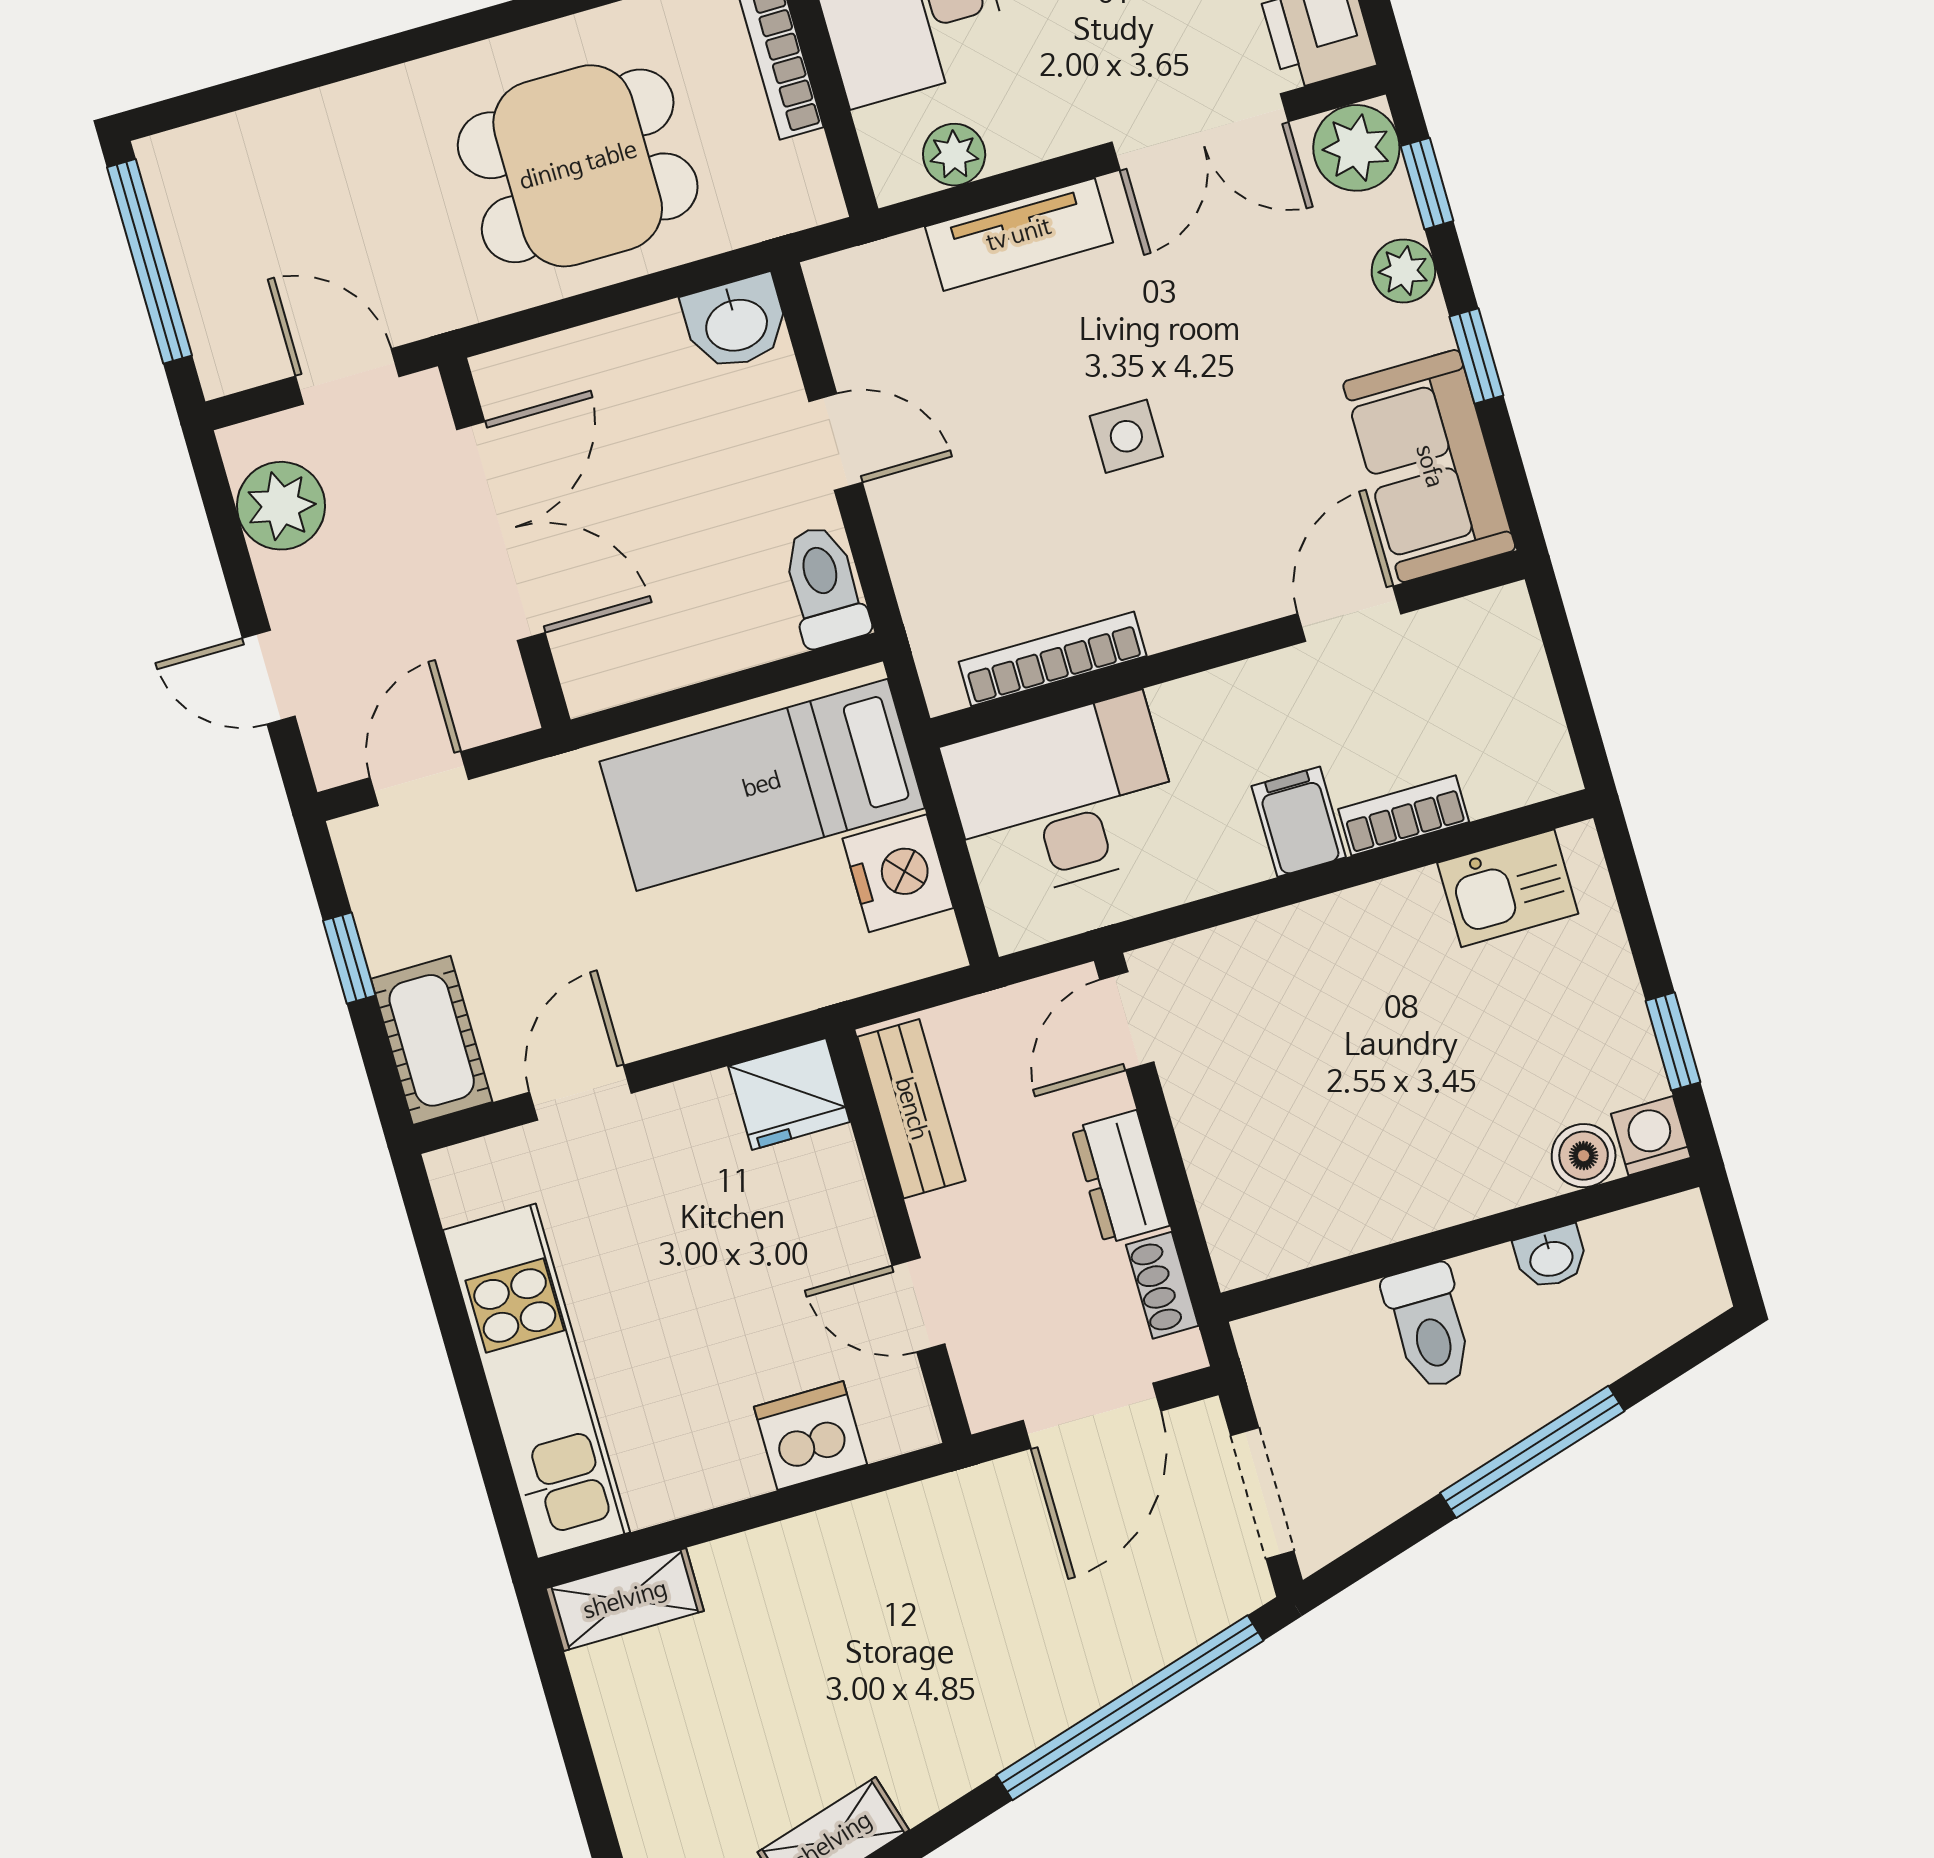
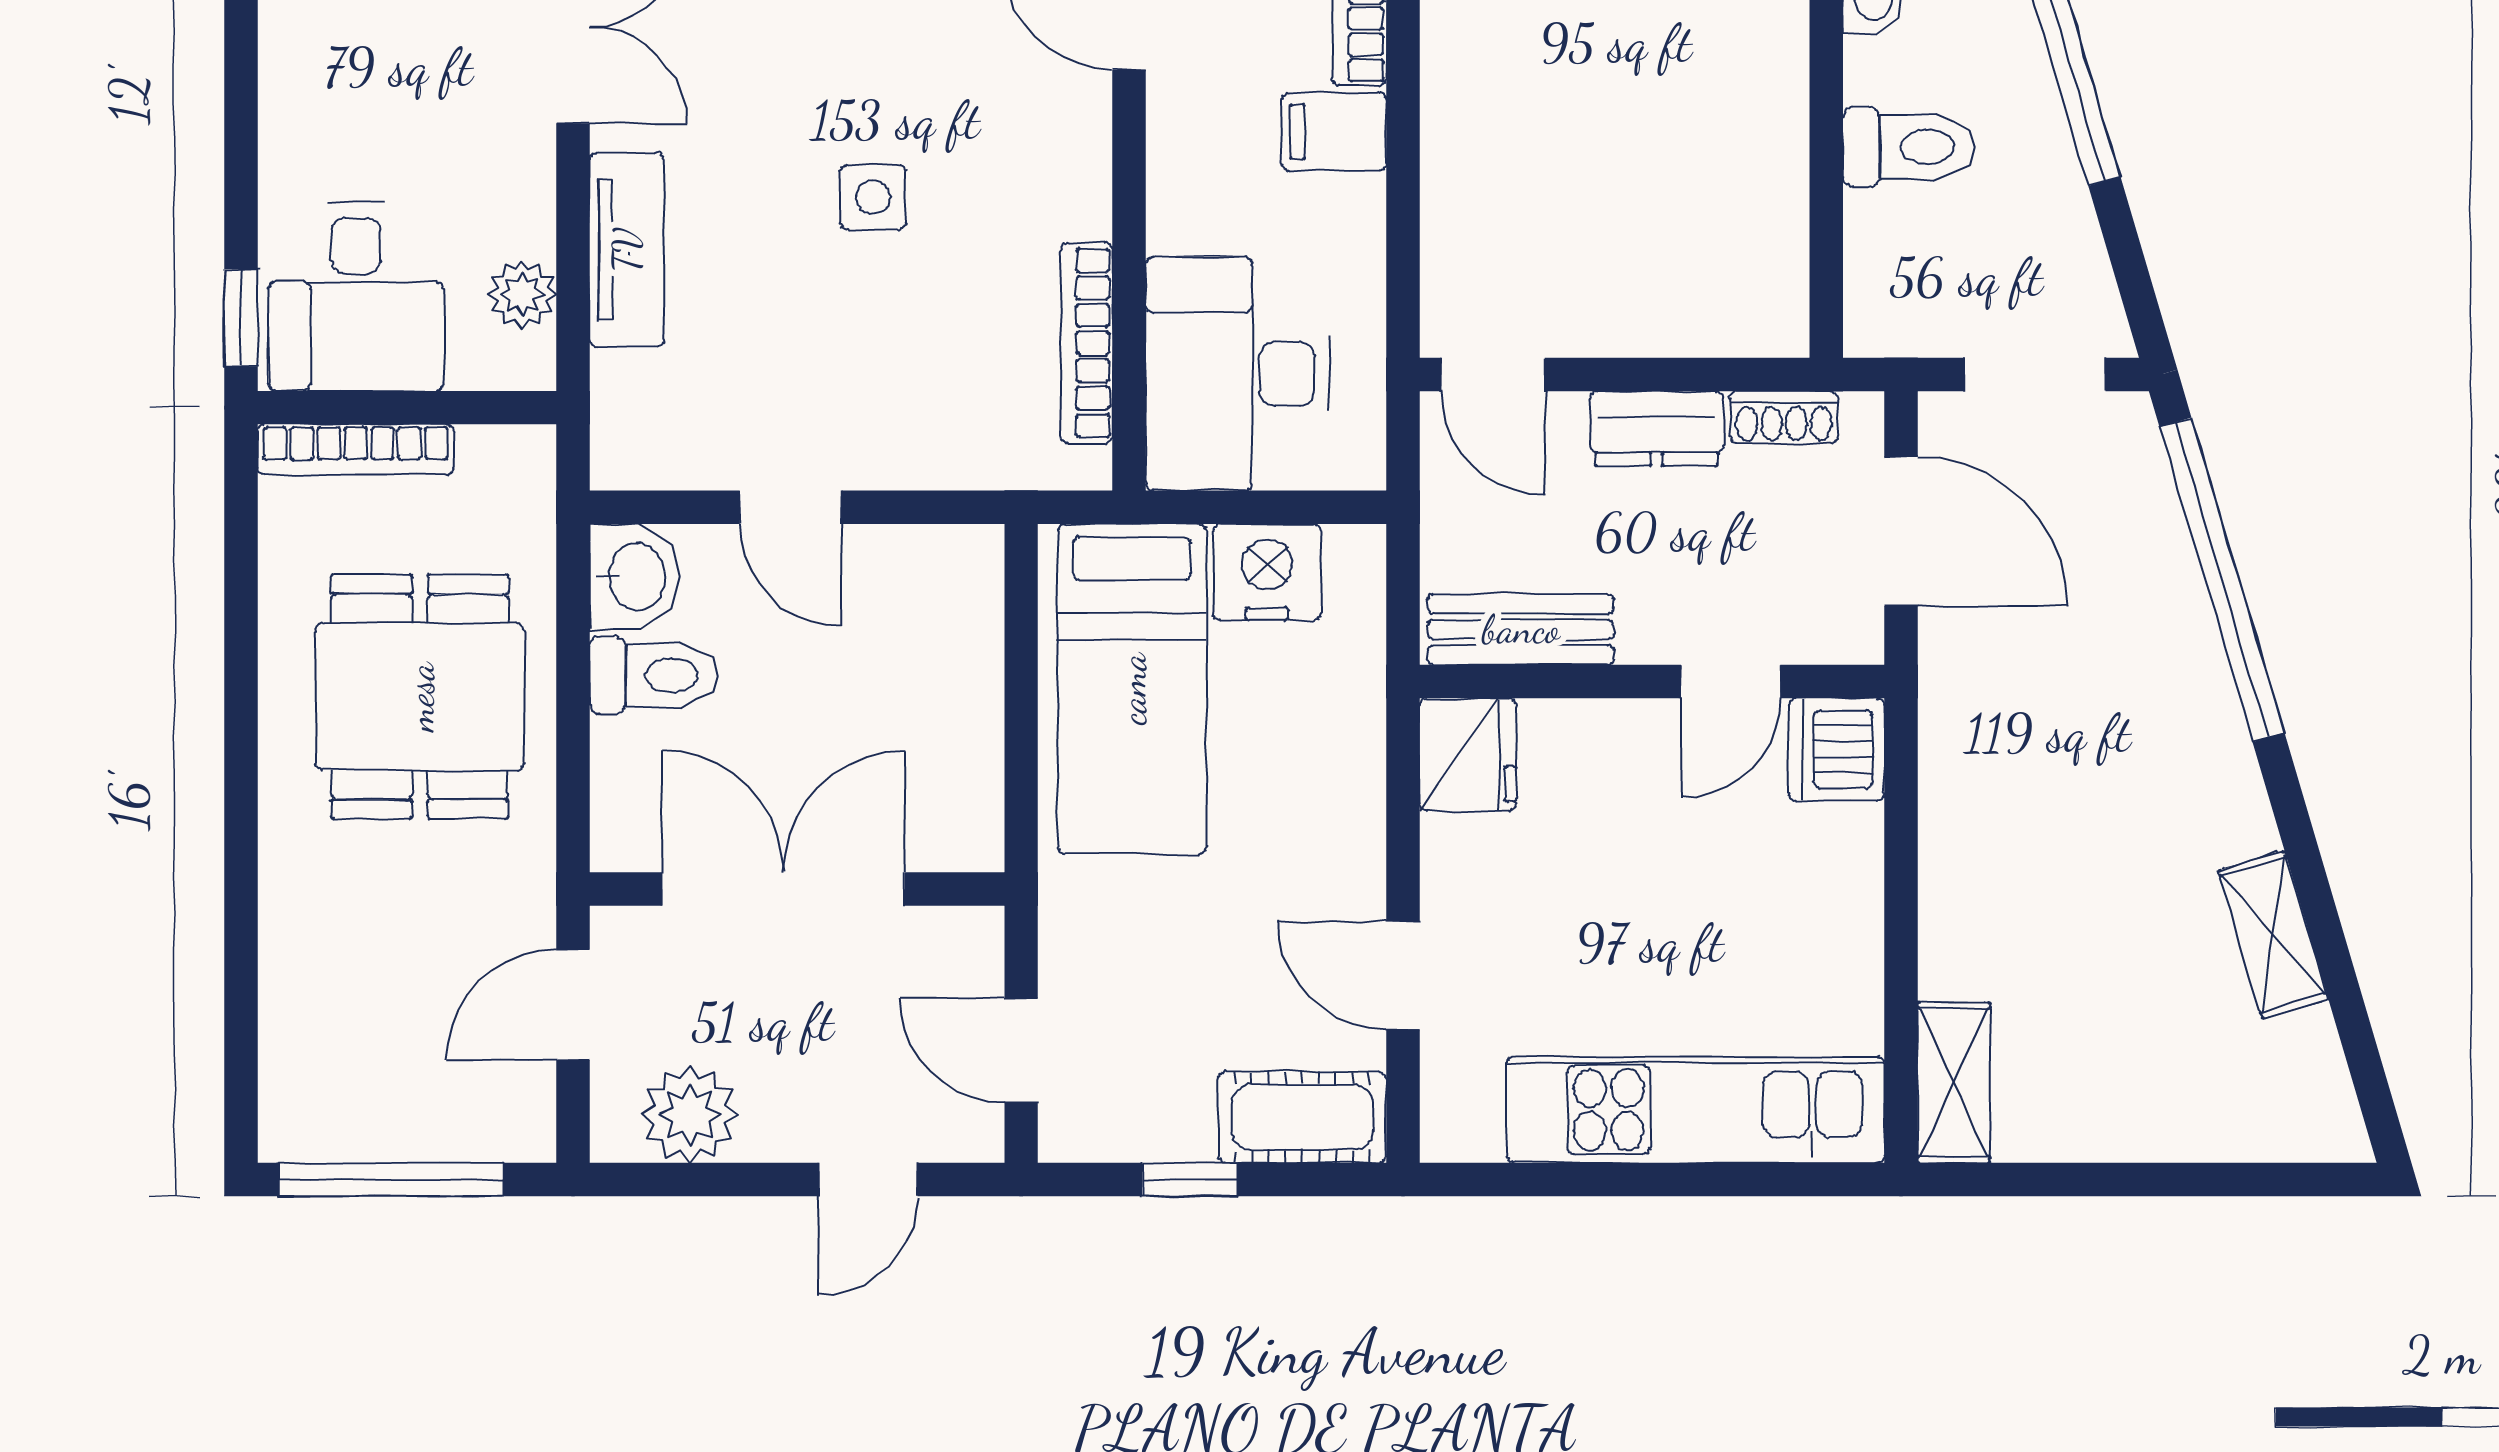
door: (836, 442) -> (791, 507), swing flipped
toilet: (824, 586) -> (654, 675), moved, turned 180
dishwasher: (810, 1436) -> (1836, 749), moved

